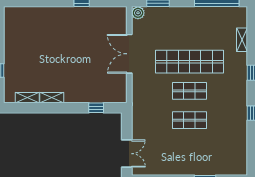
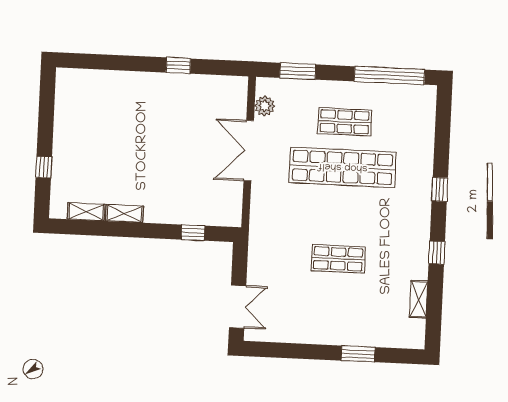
plant: (138, 13) -> (265, 106), moved
shelving: (242, 40) -> (419, 299), moved
shop shelf: (189, 91) -> (345, 122), moved

